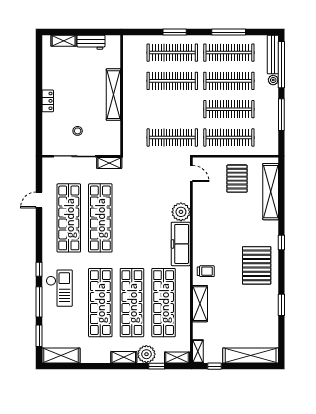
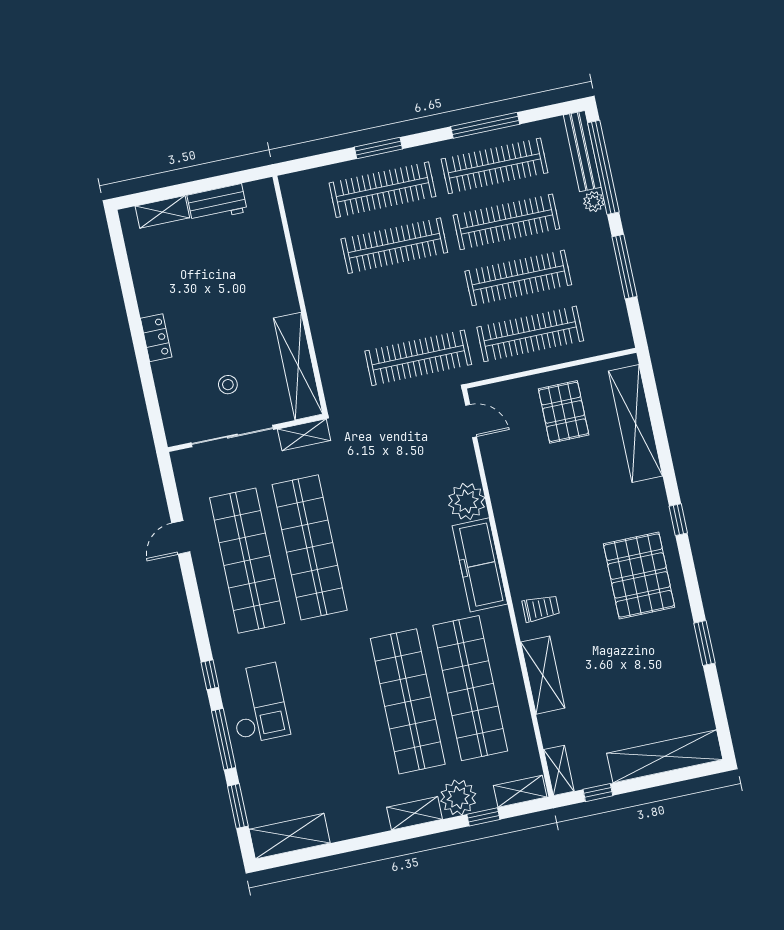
shelving: (113, 95) -> (298, 366), moved
shop shelf: (100, 303) -> (345, 715), removed

